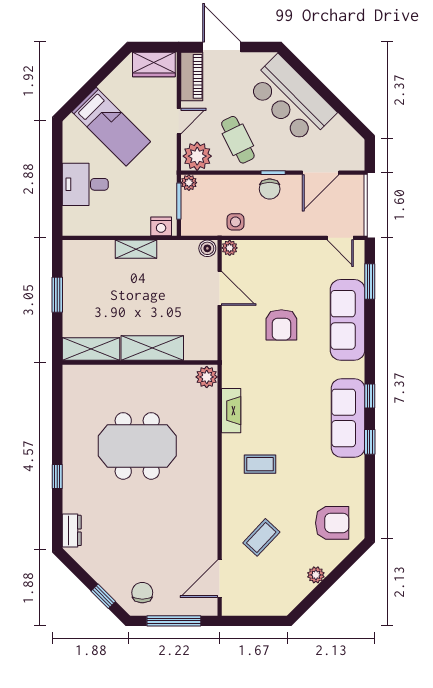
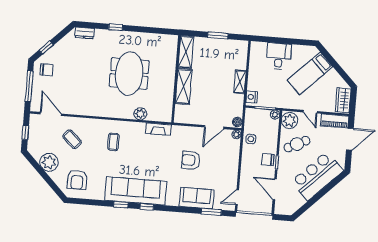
sofa: (347, 320) -> (197, 198), width x0.73
plant: (207, 377) -> (140, 114), moved
fireplace: (231, 411) -> (158, 129), moved
sofa: (348, 418) -> (136, 191), width x1.36, depth x1.27
plant: (316, 575) -> (49, 162), width x1.88, depth x1.88
window: (256, 621) -> (25, 132), added

